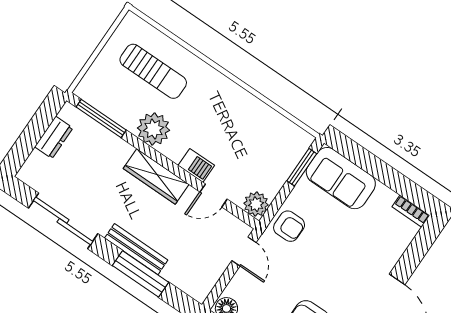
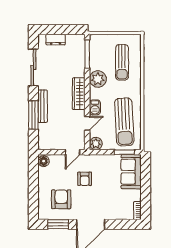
sun lounger: (252, 134) -> (124, 122), added
dresser: (54, 137) -> (56, 40), moved
door: (214, 196) -> (87, 123), swing flipped
armchair: (289, 226) -> (85, 179), moved

